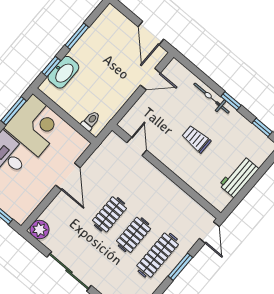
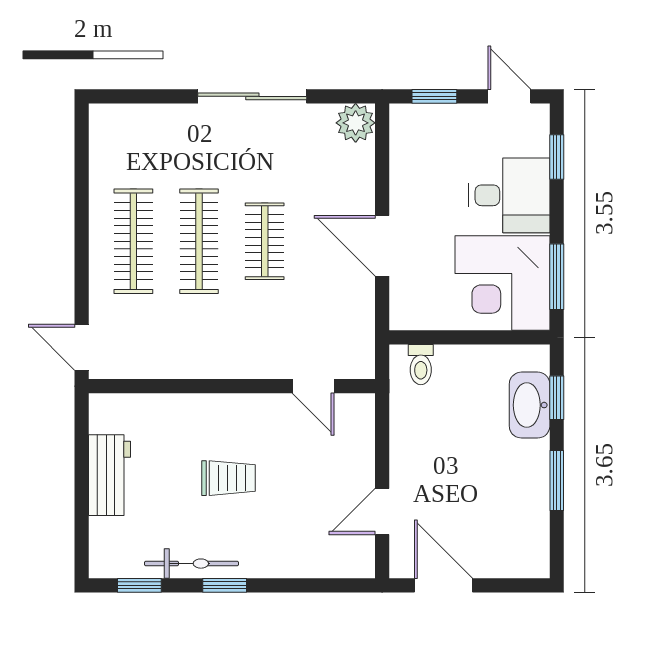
bicycle: (212, 98) -> (191, 564), moved
clothes rail: (134, 235) -> (199, 241), width x1.36
window: (180, 267) -> (82, 254), removed

